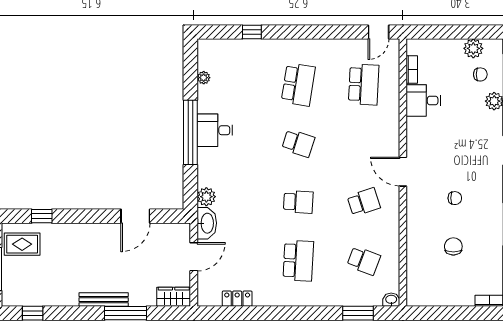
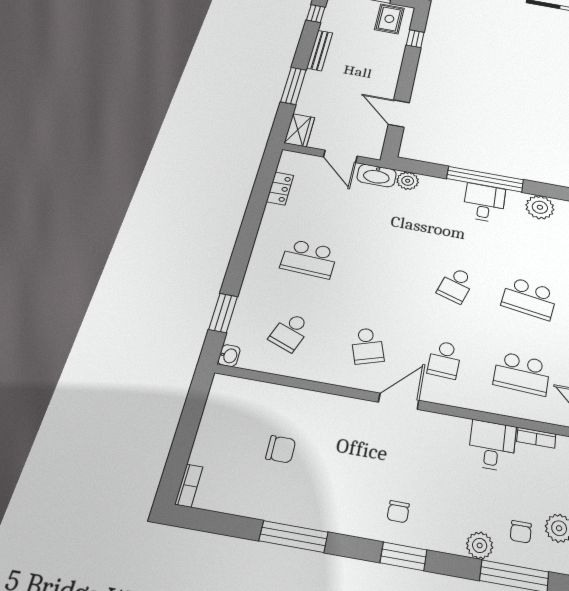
plant: (204, 78) -> (540, 207), width x1.87, depth x1.87
chair: (455, 198) -> (398, 512), moved
school desk: (298, 202) -> (445, 360), moved
bench: (104, 300) -> (320, 50), moved

